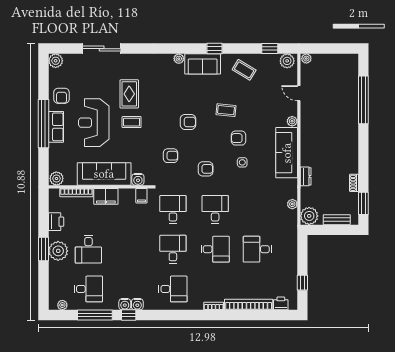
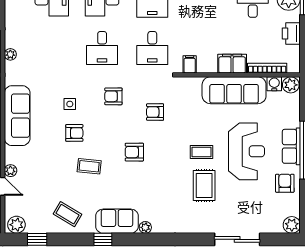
plant: (292, 121) -> (10, 171), moved
water cooler: (138, 179) -> (274, 84), moved

